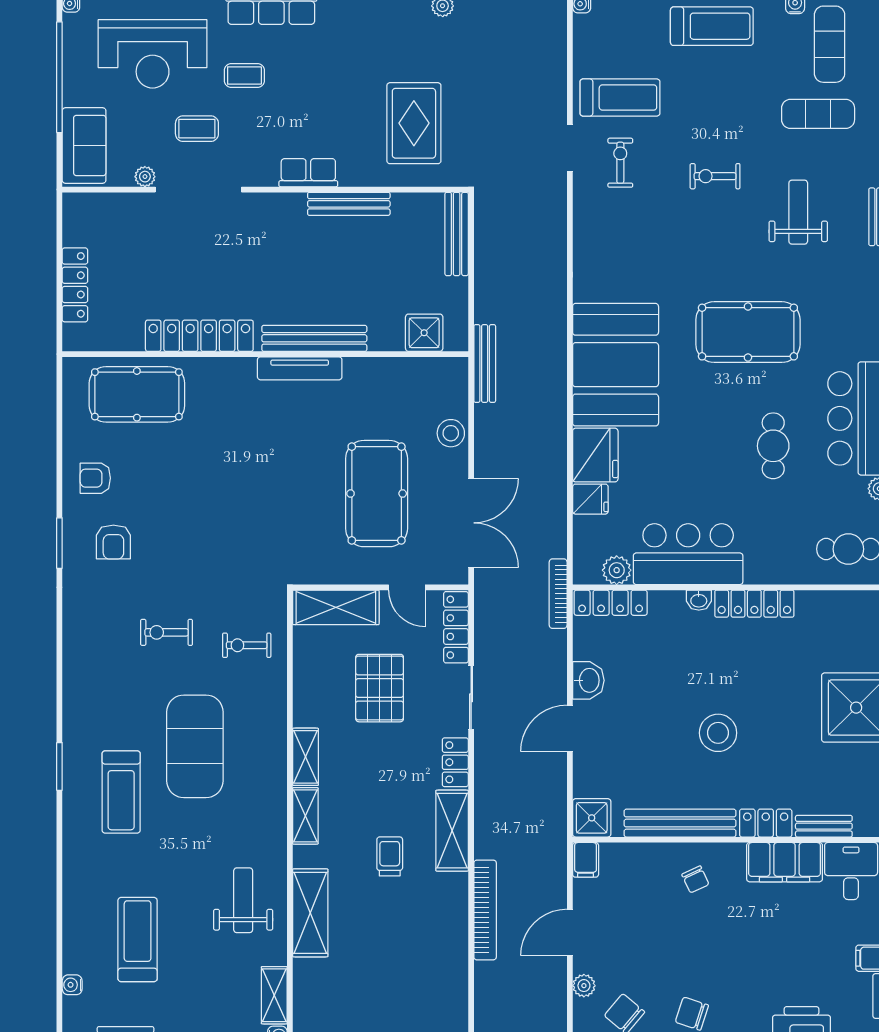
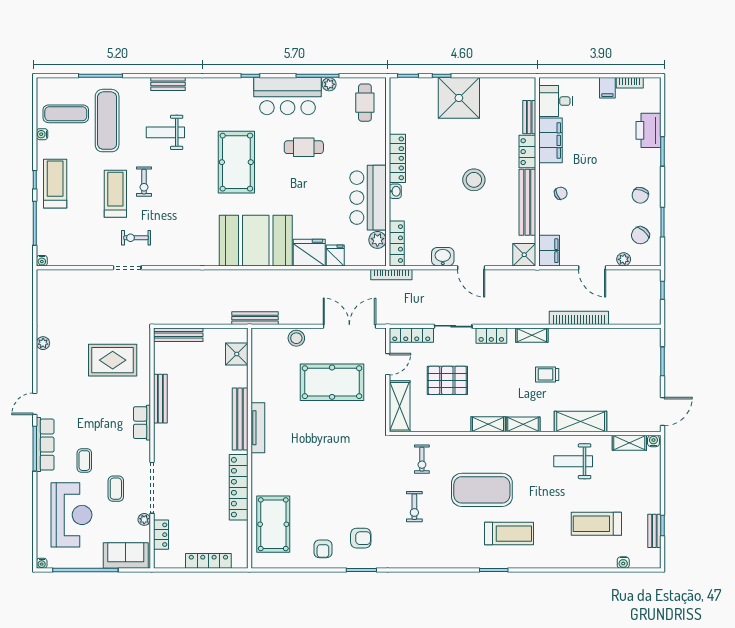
treadmill: (620, 98) -> (115, 194), moved
exercise mat: (818, 114) -> (107, 121), width x1.36, depth x1.45
locker: (119, 205) -> (161, 535), added
shelving: (452, 831) -> (532, 335), width x0.67, depth x0.75
filing cabinet: (586, 860) -> (549, 251), width x2.00

